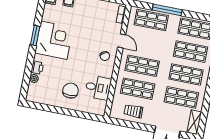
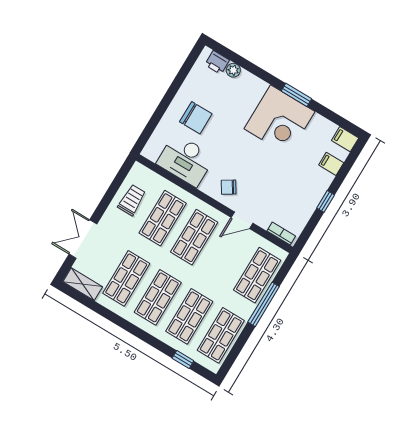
printer: (37, 68) -> (217, 62), moved
desk: (98, 88) -> (186, 160), width x1.37

